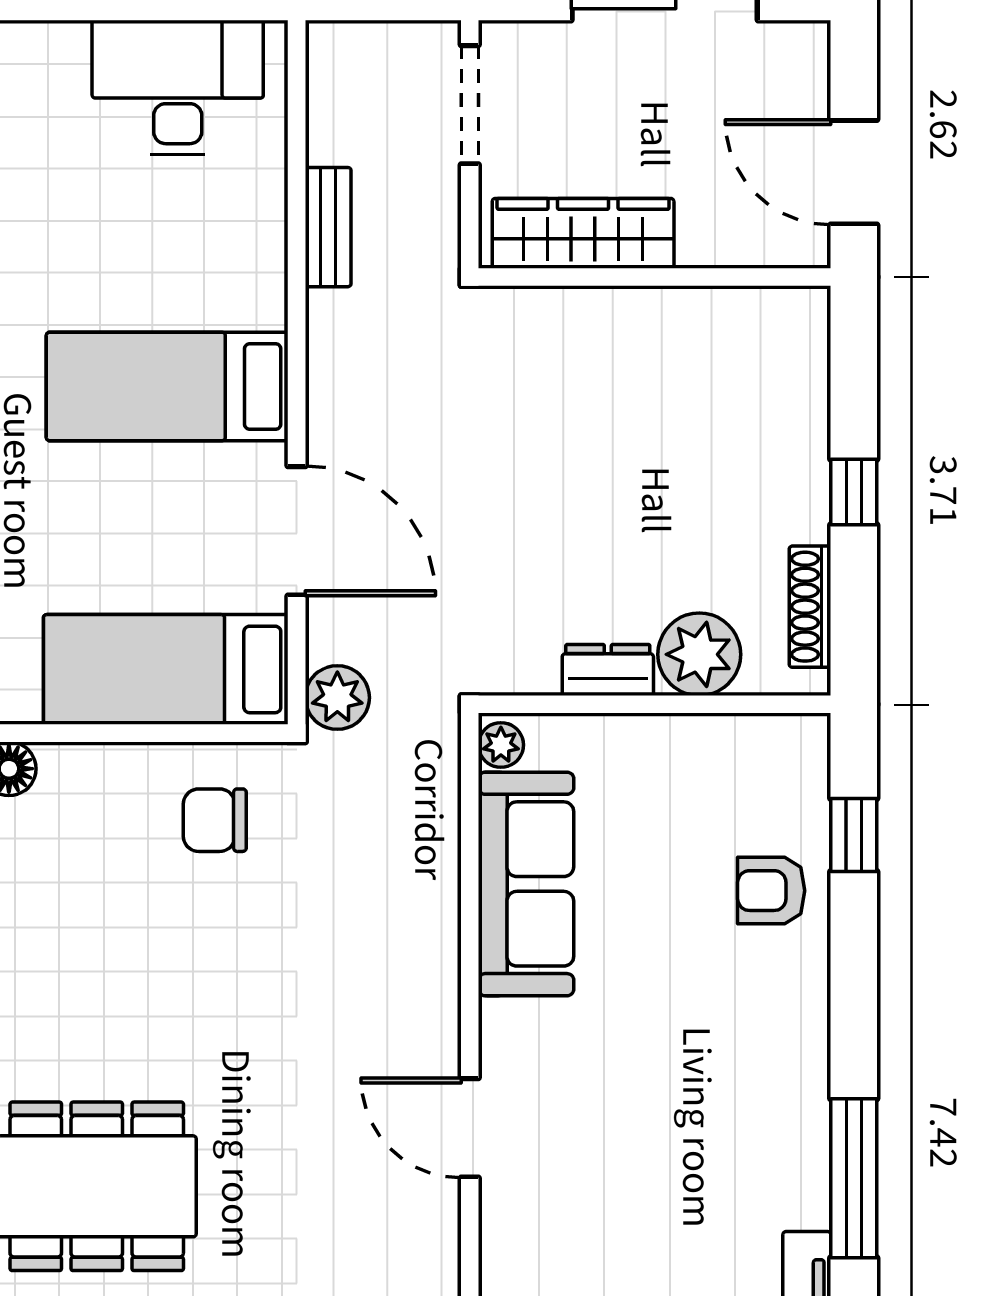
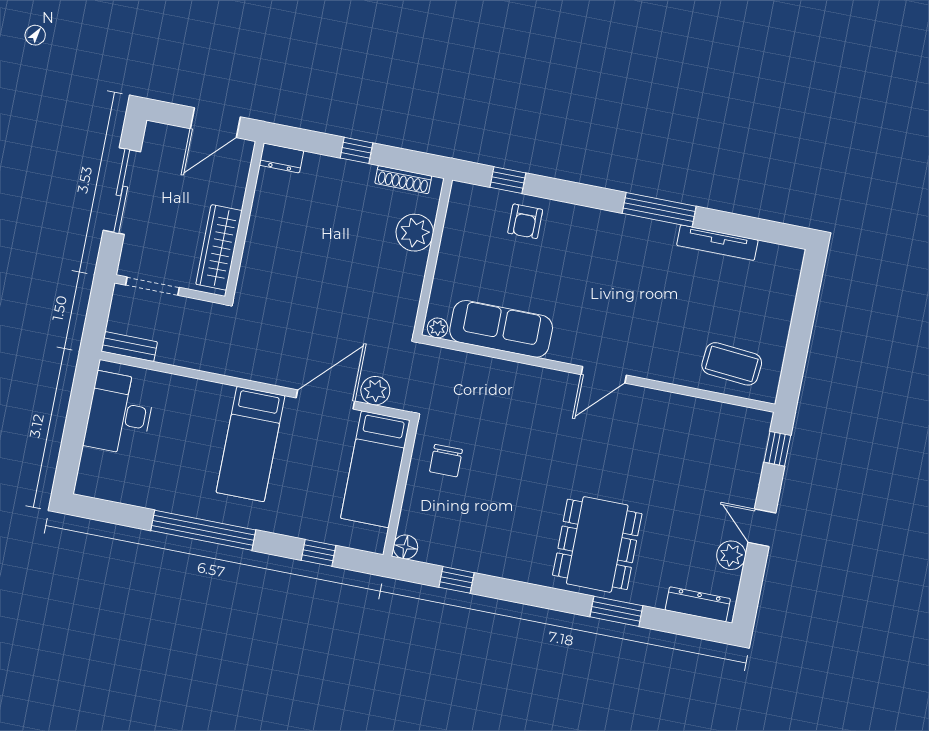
bench: (328, 227) -> (129, 347), moved
dresser: (608, 670) -> (281, 158), moved, turned -90
plant: (337, 698) -> (375, 391), moved

